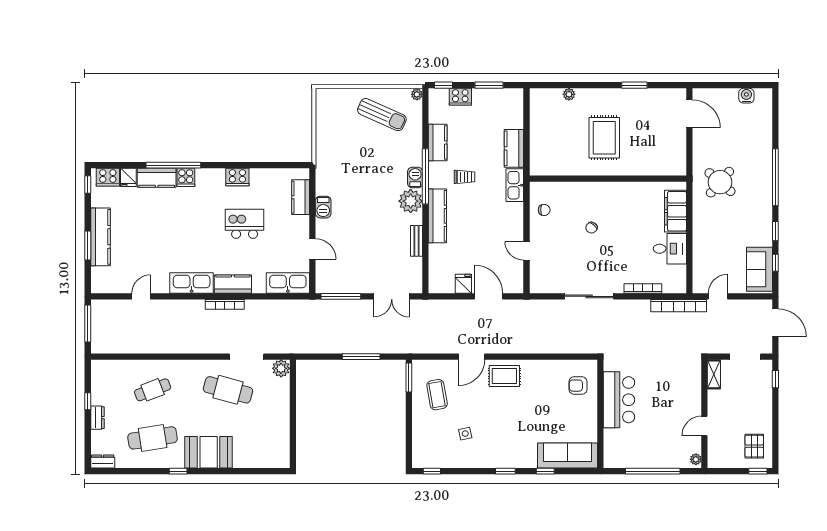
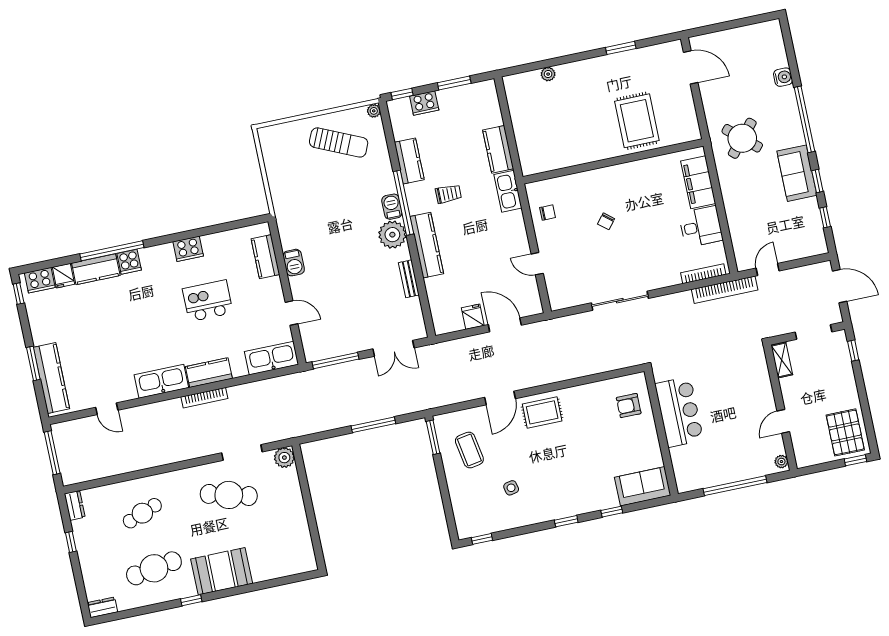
water cooler: (746, 96) -> (783, 77), moved, turned 90
rug: (604, 138) -> (637, 121), moved
kitchen counter: (100, 237) -> (52, 378), moved
sofa: (759, 269) -> (797, 173), moved
bookcase: (643, 288) -> (703, 274), moved
door: (141, 296) -> (107, 409), swing flipped
dresser: (97, 418) -> (75, 505), moved
pallet: (754, 446) -> (845, 432), width x1.50, depth x1.42
sofa: (568, 455) -> (643, 486), width x0.73

